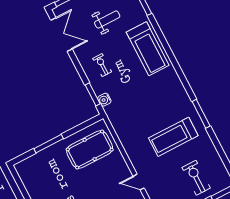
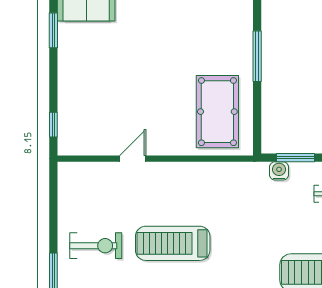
treadmill: (173, 137) -> (173, 243), turned -90

